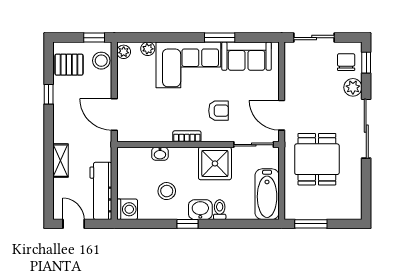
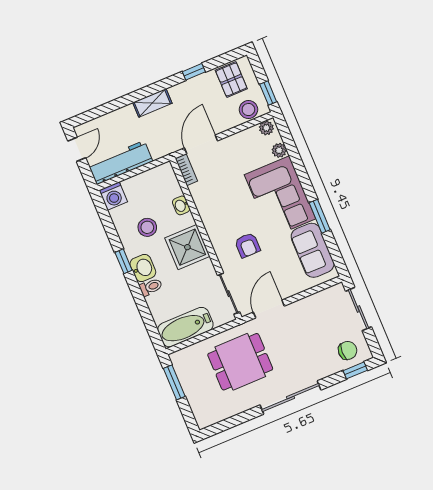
plant: (353, 87) -> (325, 368), removed
bookcase: (187, 136) -> (186, 170), moved
shelving: (61, 161) -> (152, 103), moved
shower: (215, 163) -> (187, 247), moved

